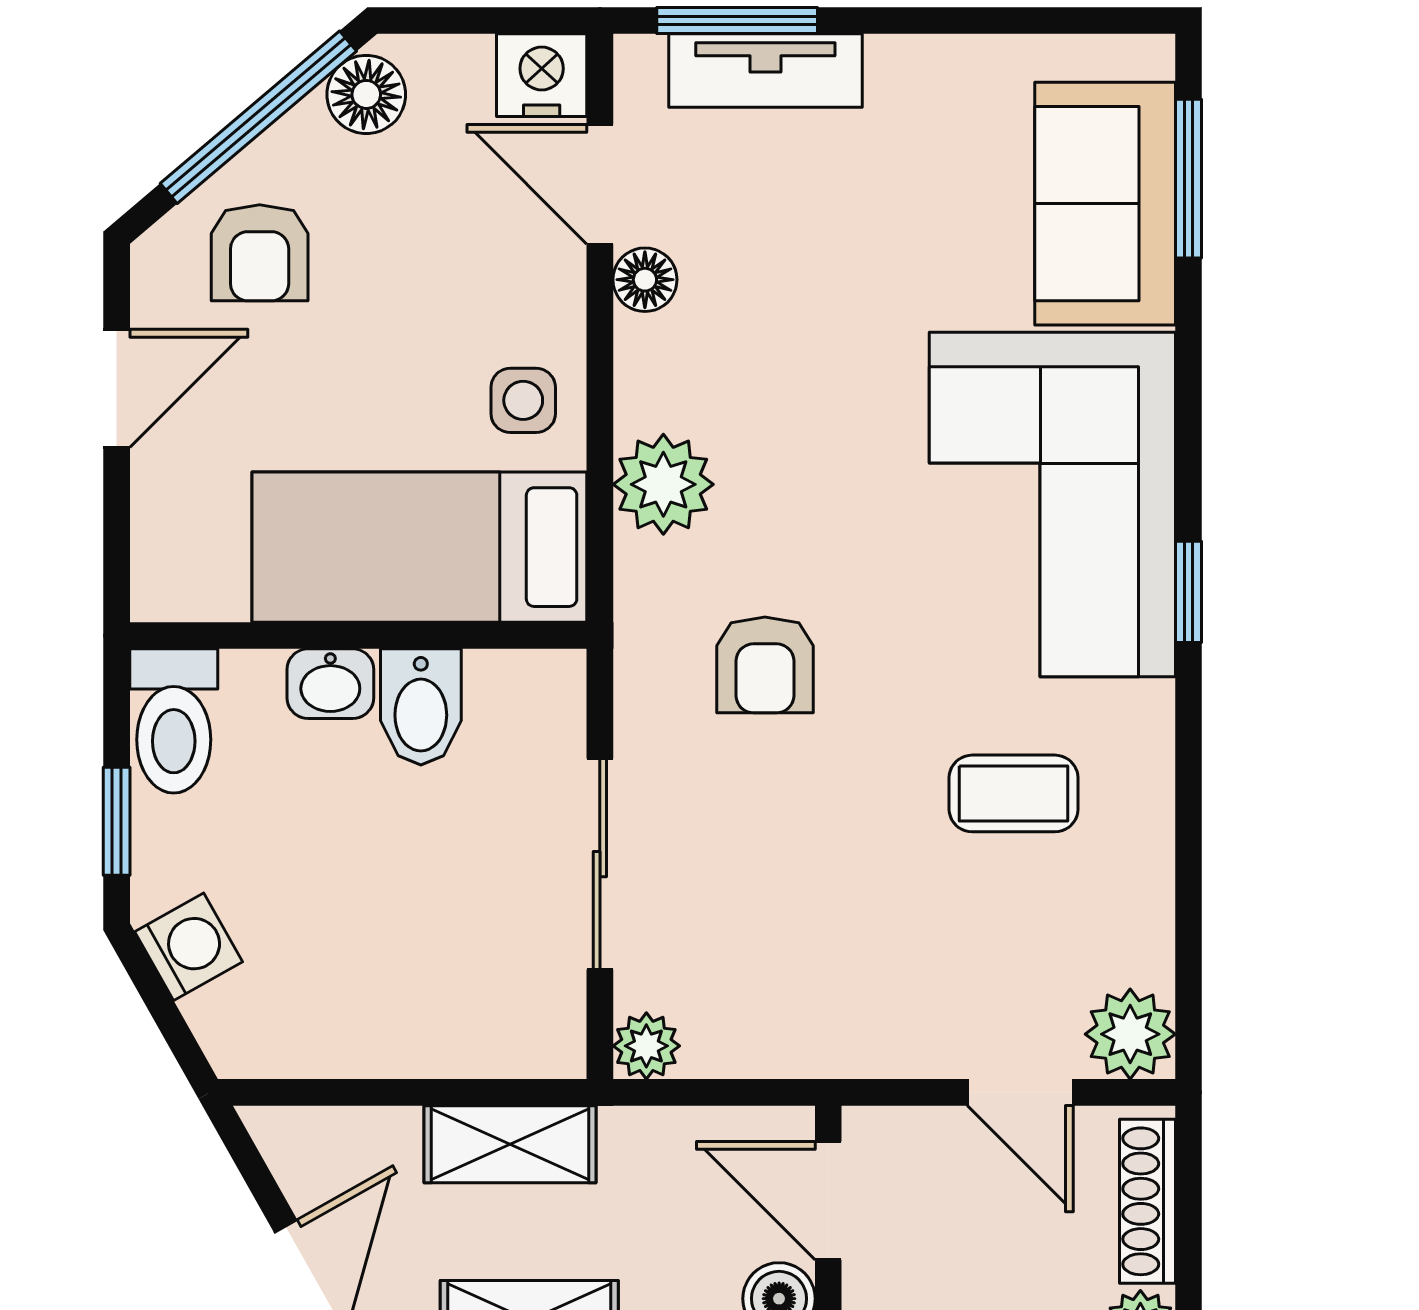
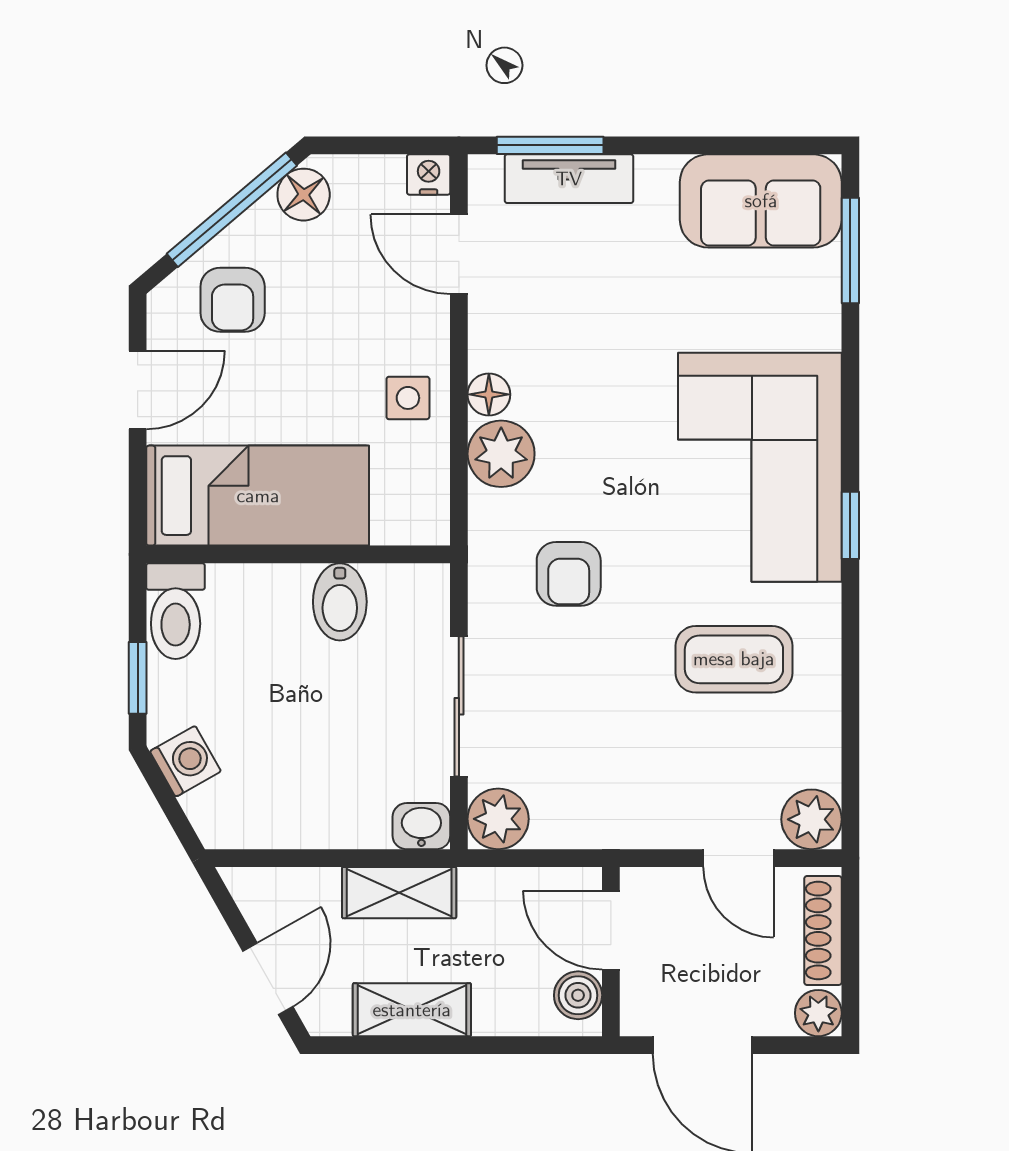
nightstand: (542, 75) -> (429, 175), width x0.72, depth x0.74
sofa: (1105, 204) -> (761, 201), moved, turned -90
floor lamp: (645, 280) -> (489, 394), moved
bed: (419, 547) -> (258, 496), moved, turned 180
washbasin: (330, 684) -> (421, 826), moved, turned 180
coffee table: (1014, 793) -> (734, 659), width x1.36, depth x1.30
plant: (646, 1046) -> (498, 819), width x1.38, depth x1.38

